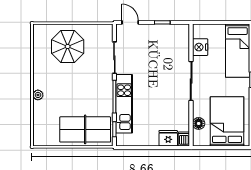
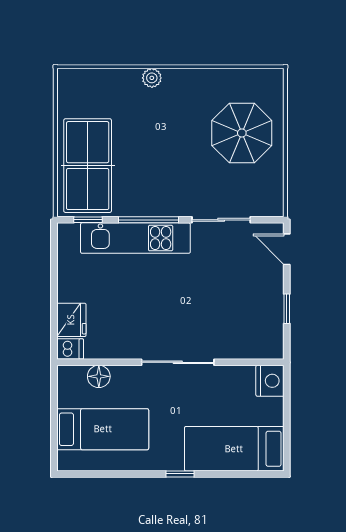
door: (130, 22) -> (287, 249), swing flipped
nightstand: (200, 47) -> (270, 381), moved, turned 90
bed: (227, 121) -> (103, 429), width x0.67

